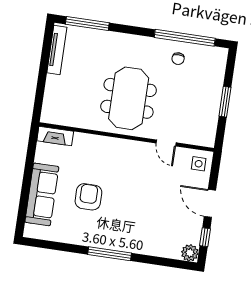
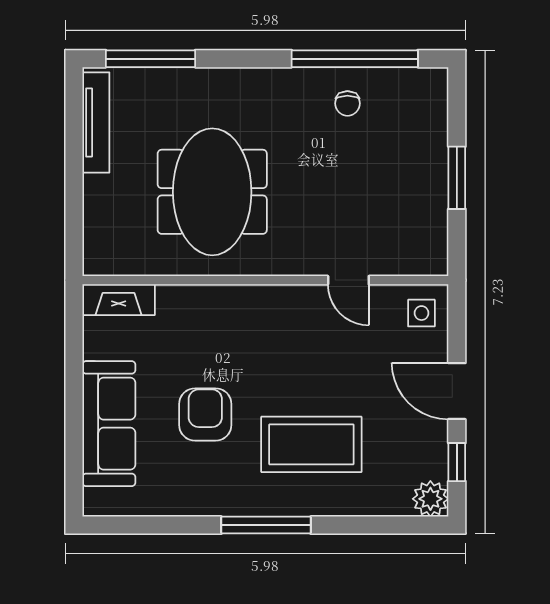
meeting table: (129, 98) -> (212, 192), moved
coffee table: (137, 219) -> (311, 444), added

